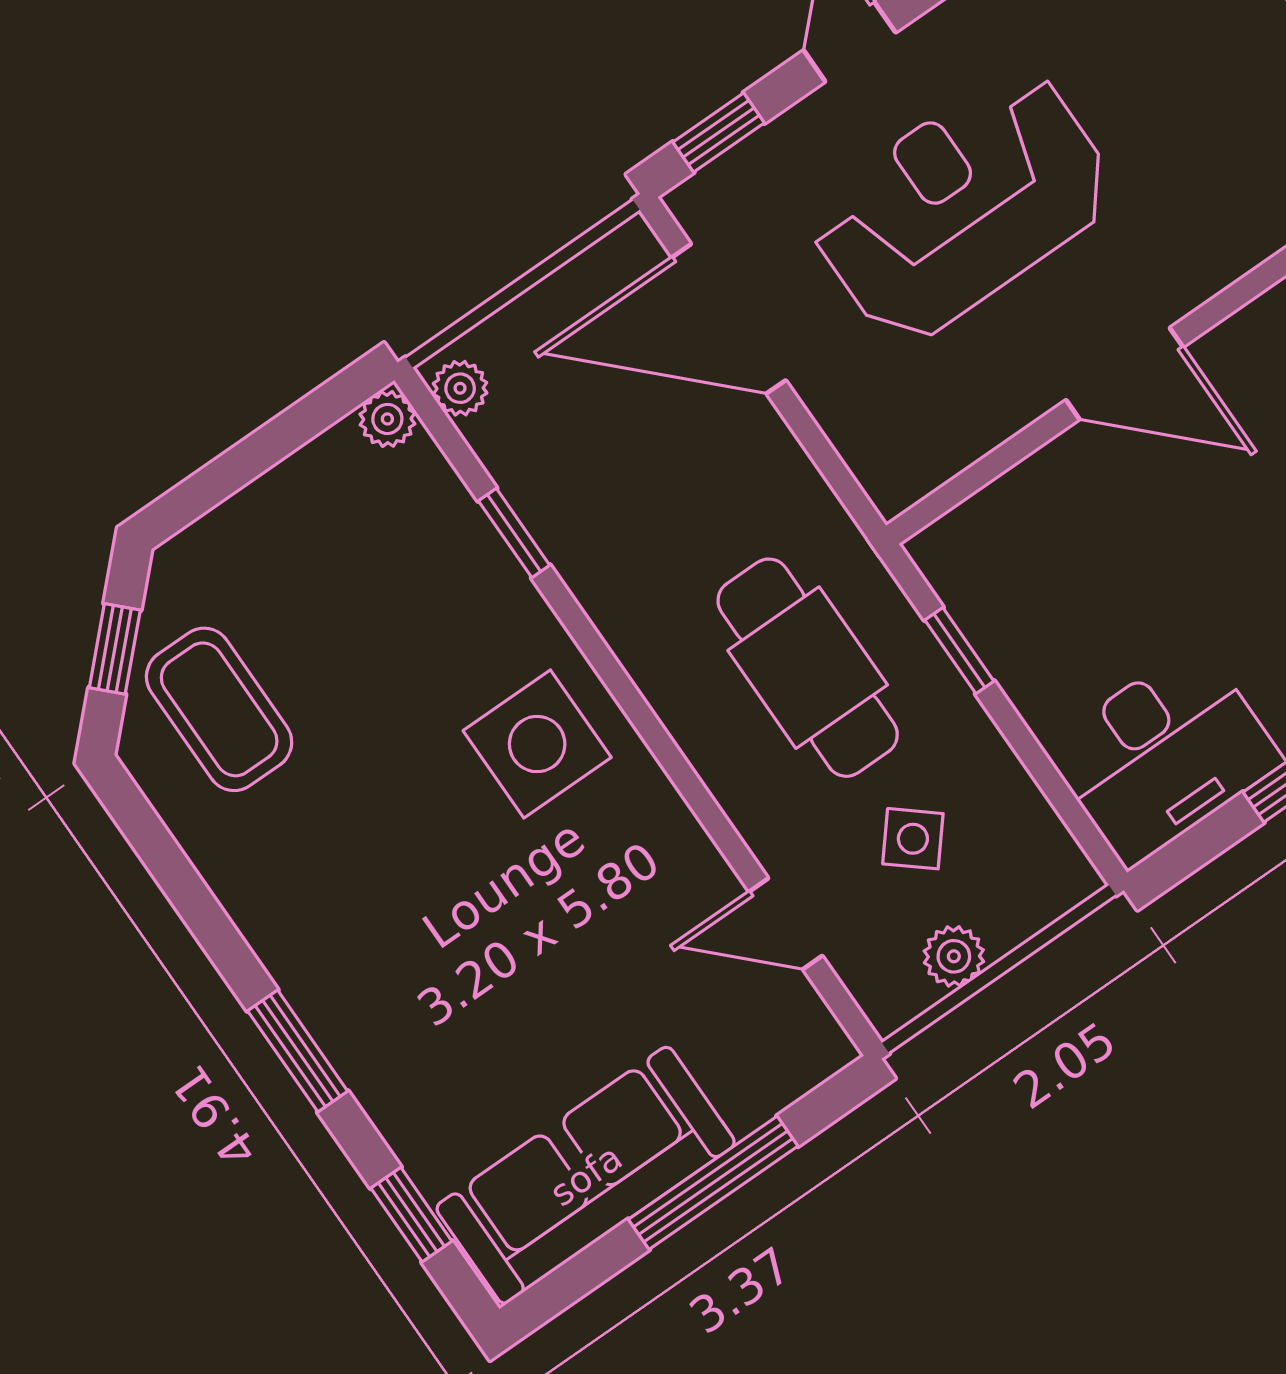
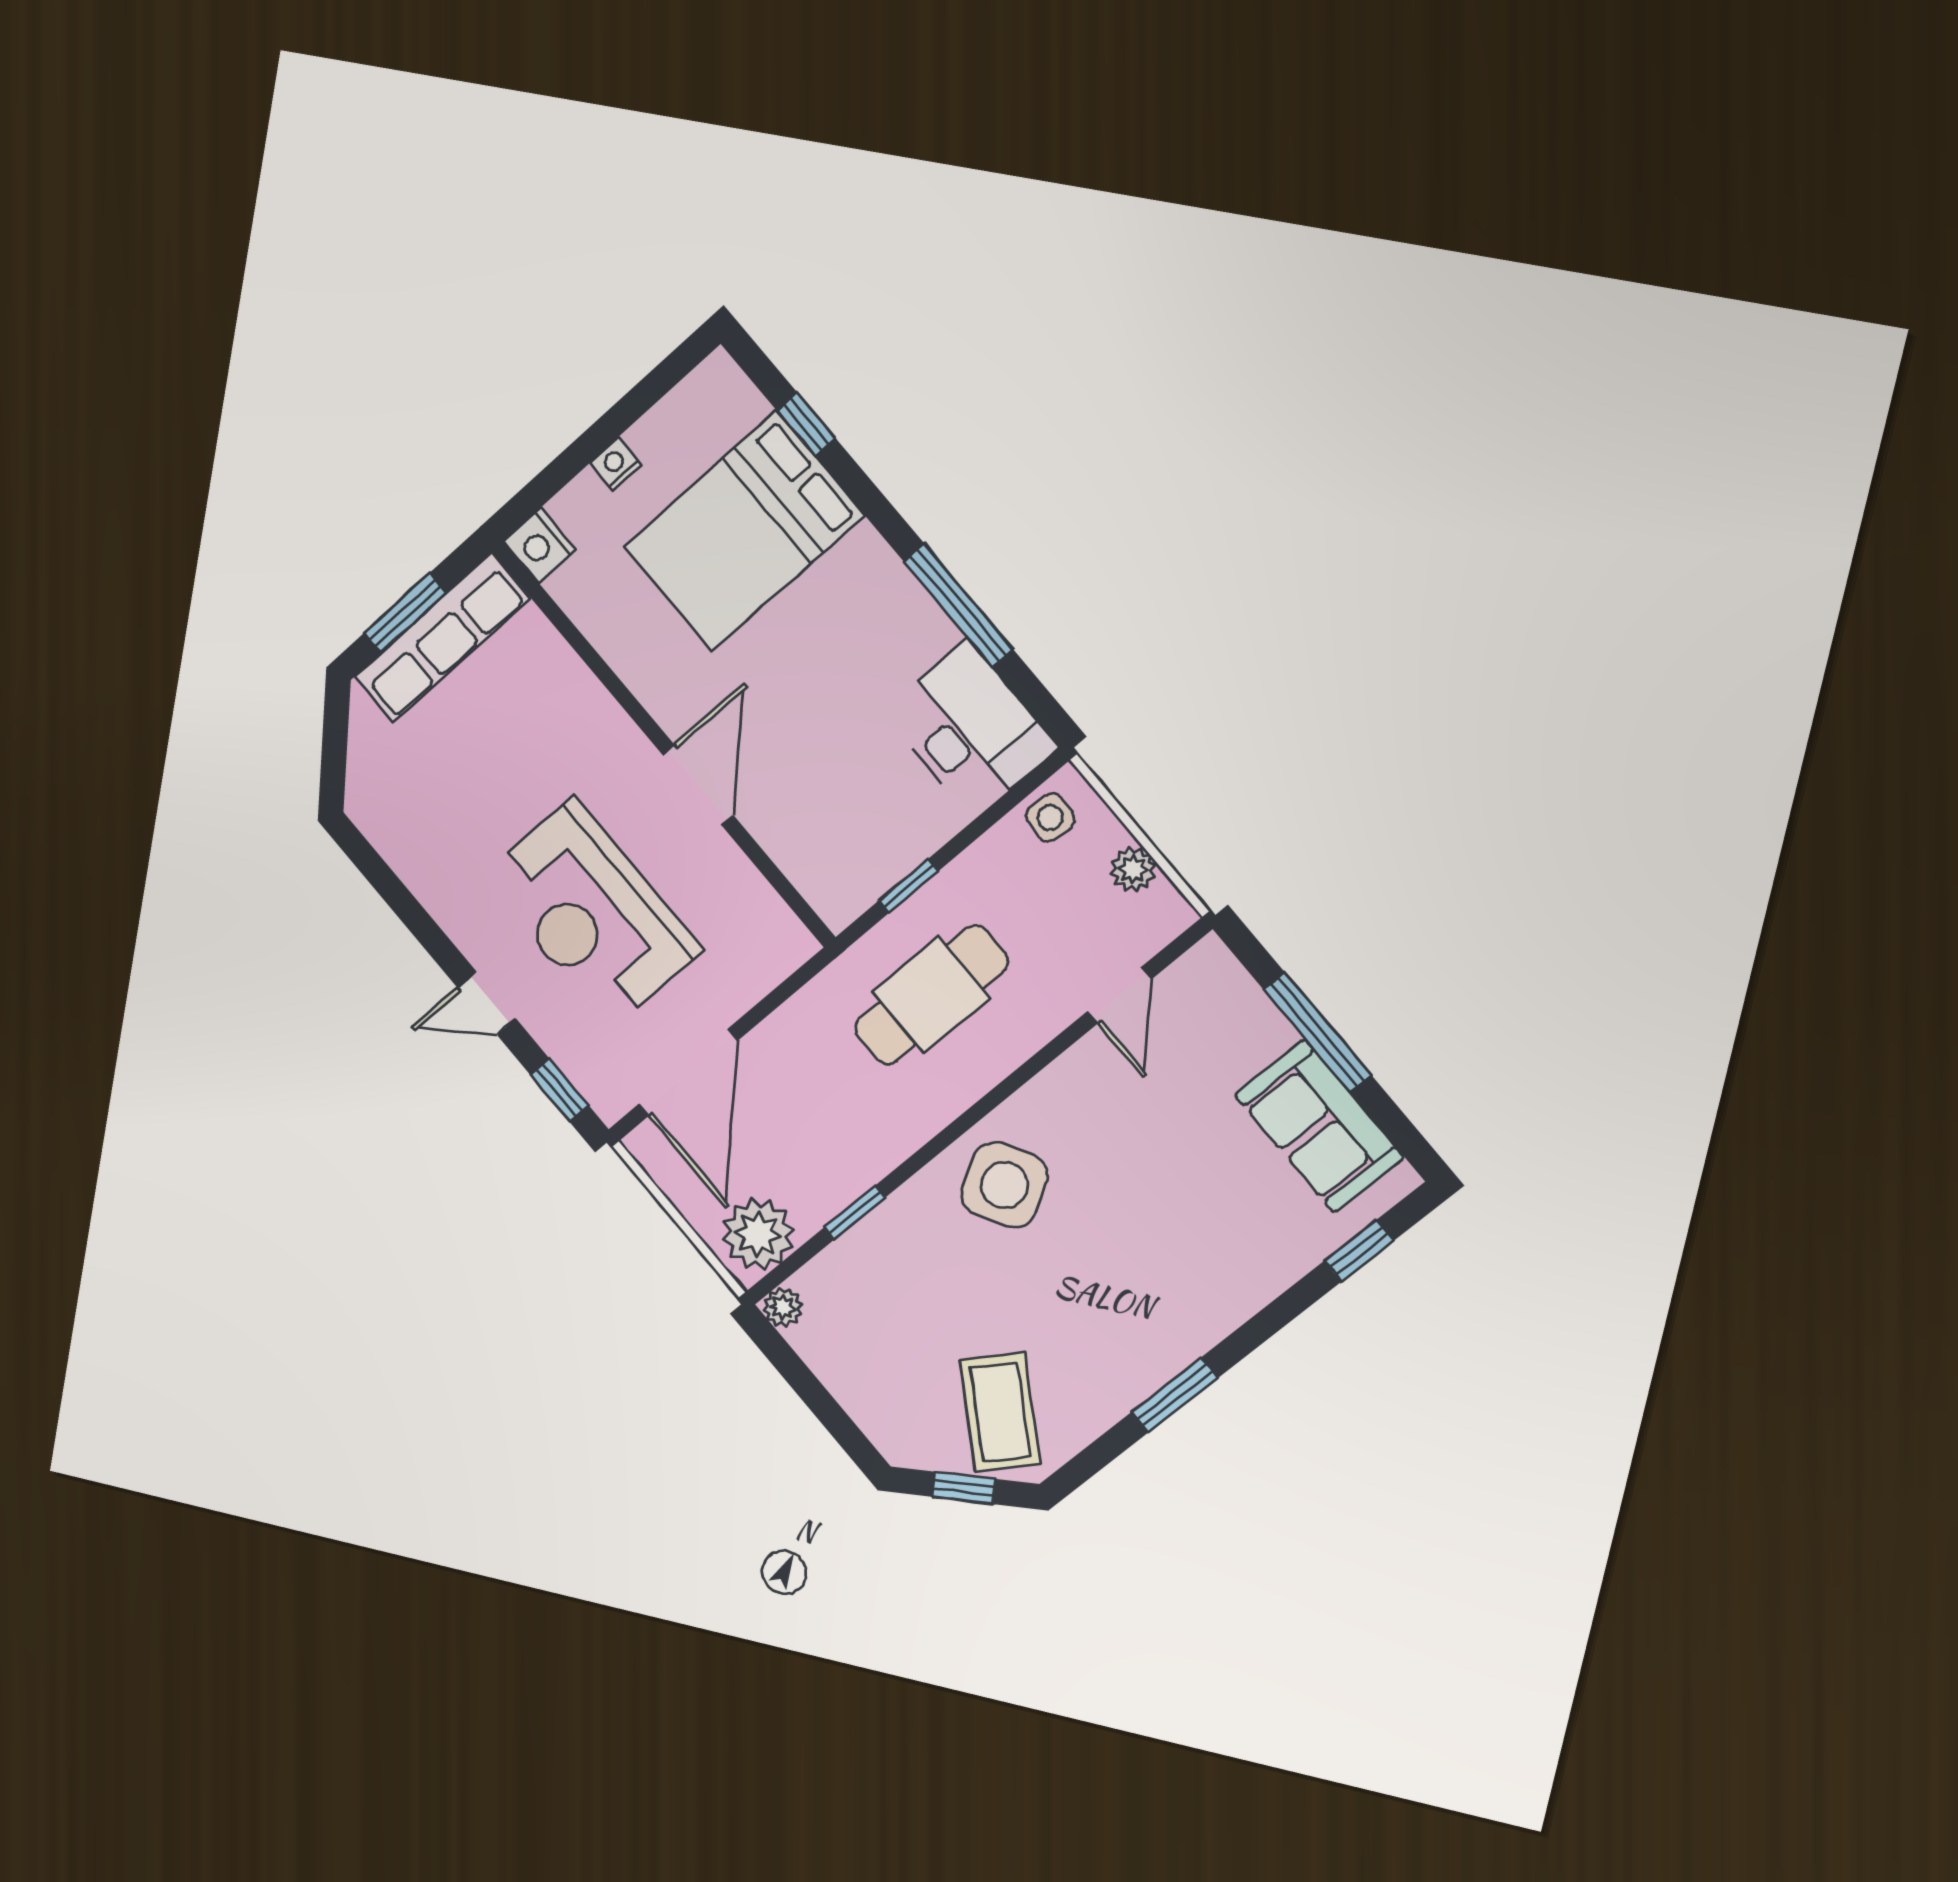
plant: (460, 388) -> (758, 1234), width x1.88, depth x1.88
coffee table: (219, 709) -> (1000, 1412), turned -58
side table: (537, 744) -> (1004, 1185), turned -31
side table: (913, 839) -> (1050, 818), moved, turned -35
window: (298, 1051) -> (1175, 1395), moved
sofa: (586, 1175) -> (1319, 1126), width x0.73

